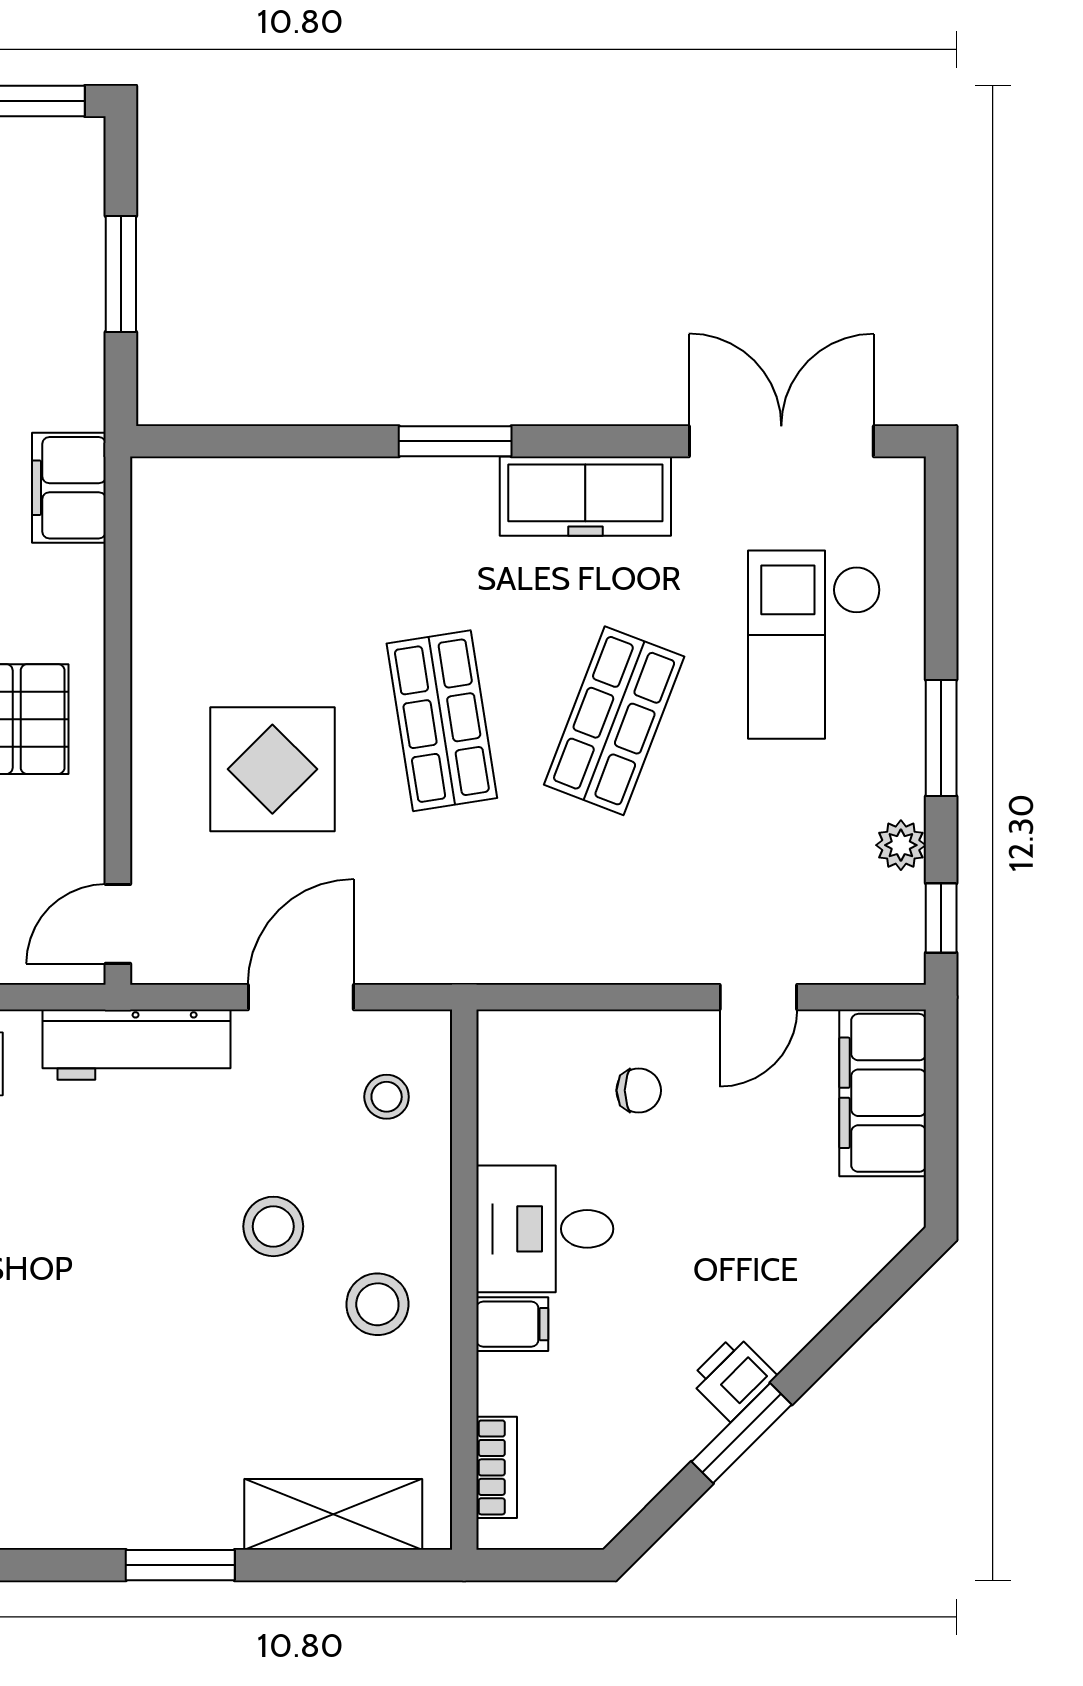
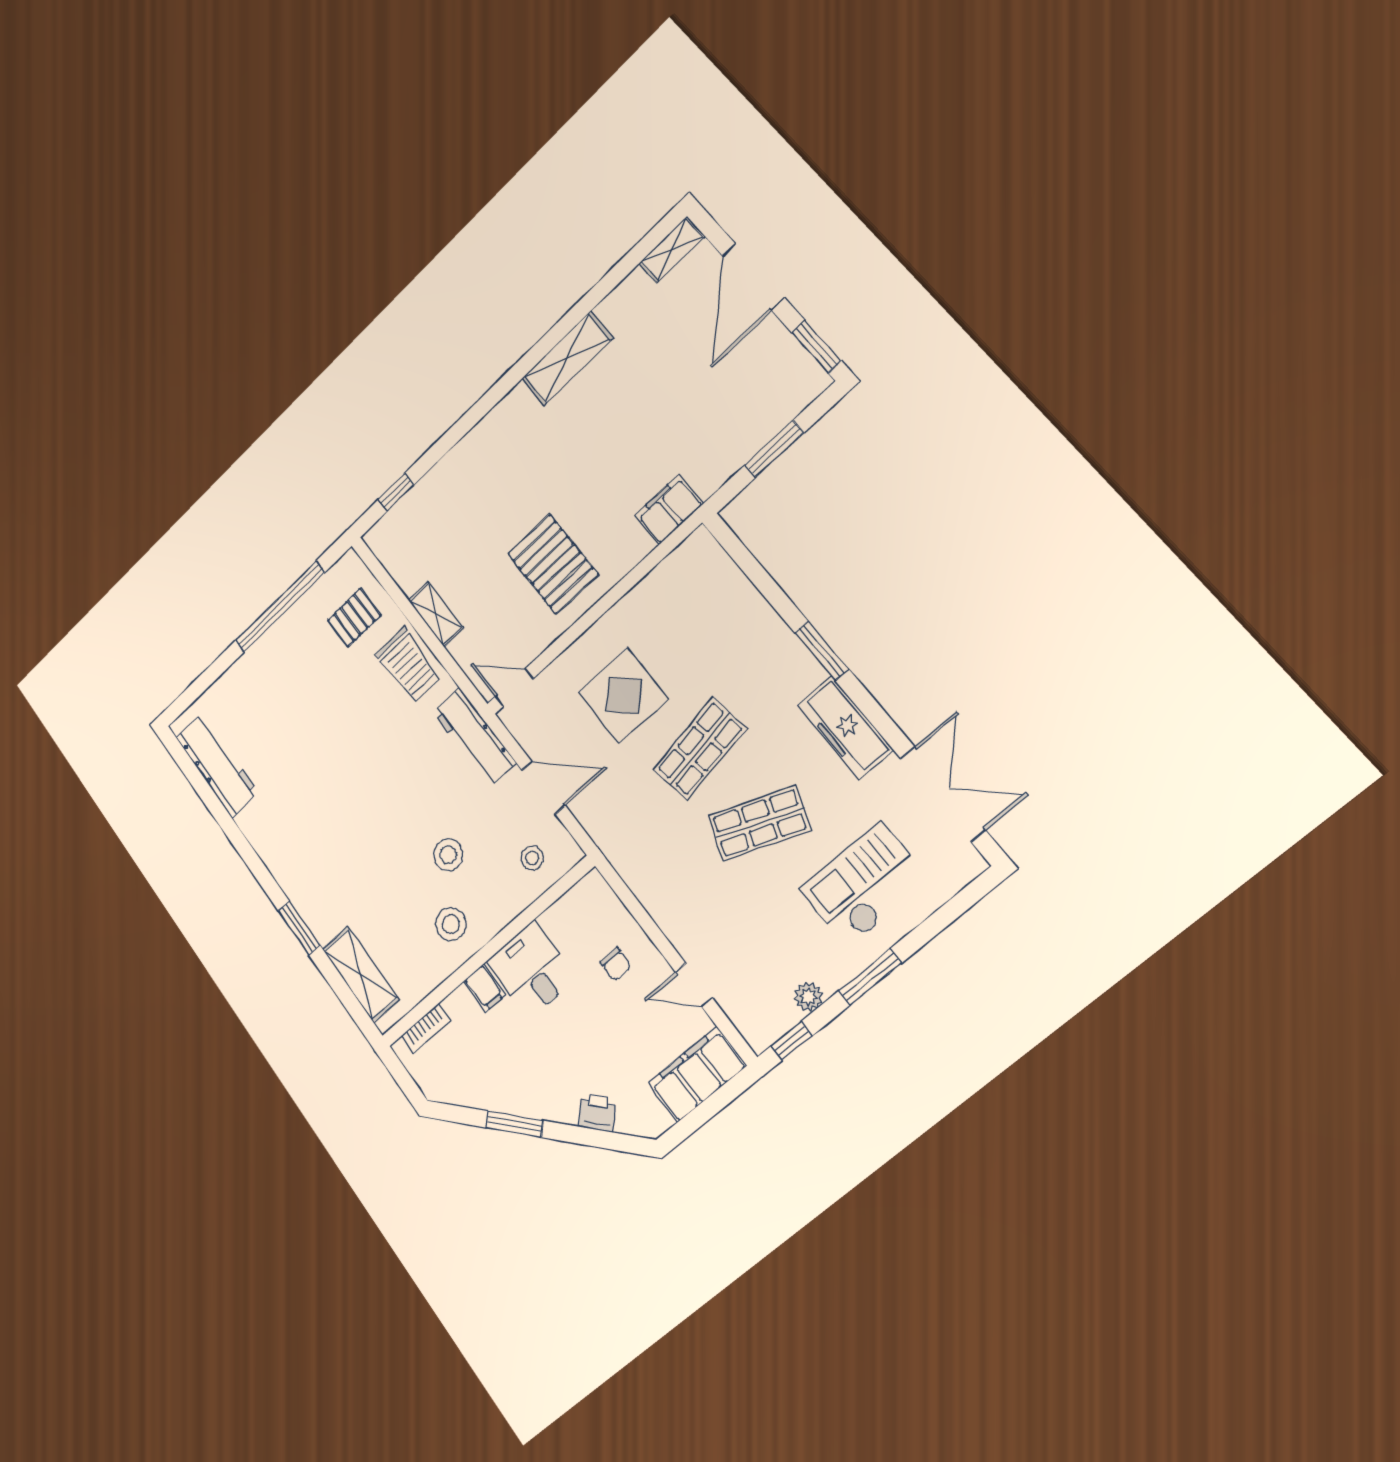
printer: (733, 1378) -> (597, 1113), moved

